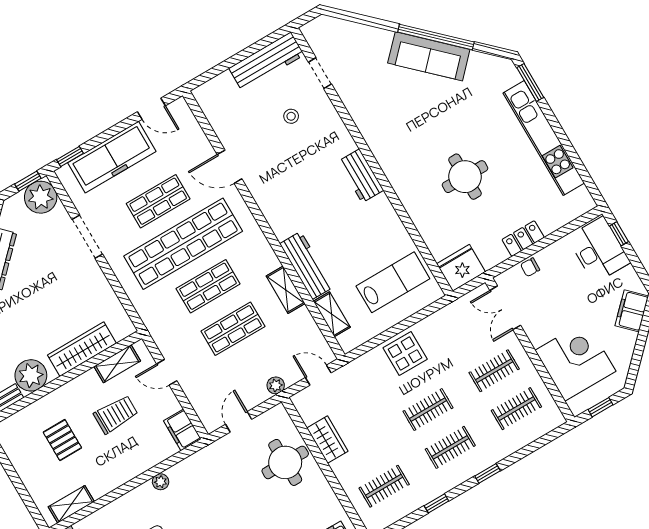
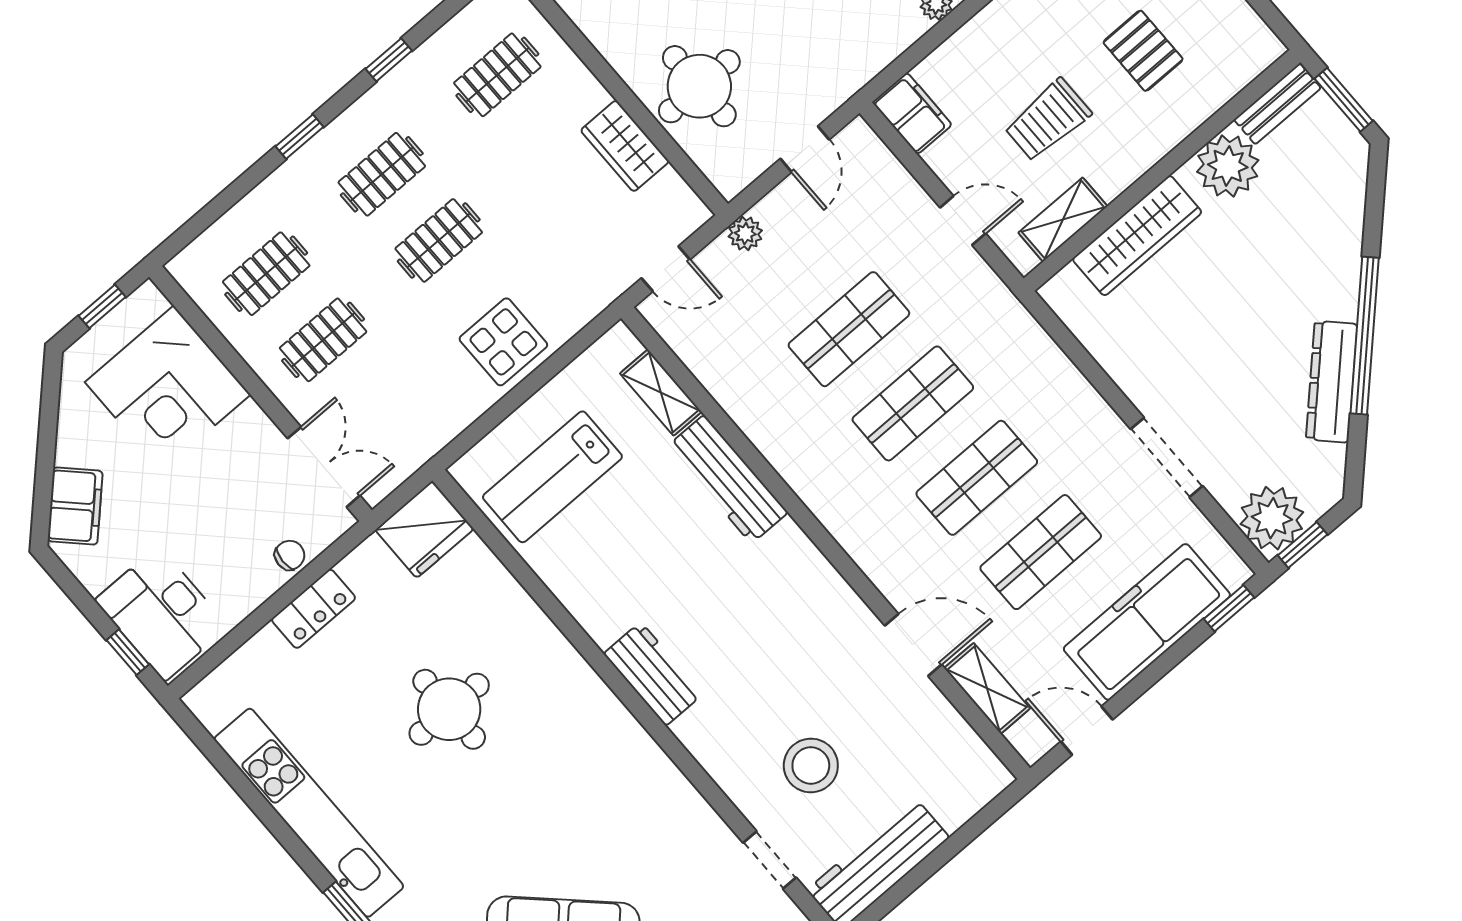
stool: (291, 116) -> (811, 766), width x1.89, depth x1.89
shop shelf: (183, 244) -> (977, 478), width x0.50, depth x0.74
shelving: (286, 290) -> (987, 688), moved

